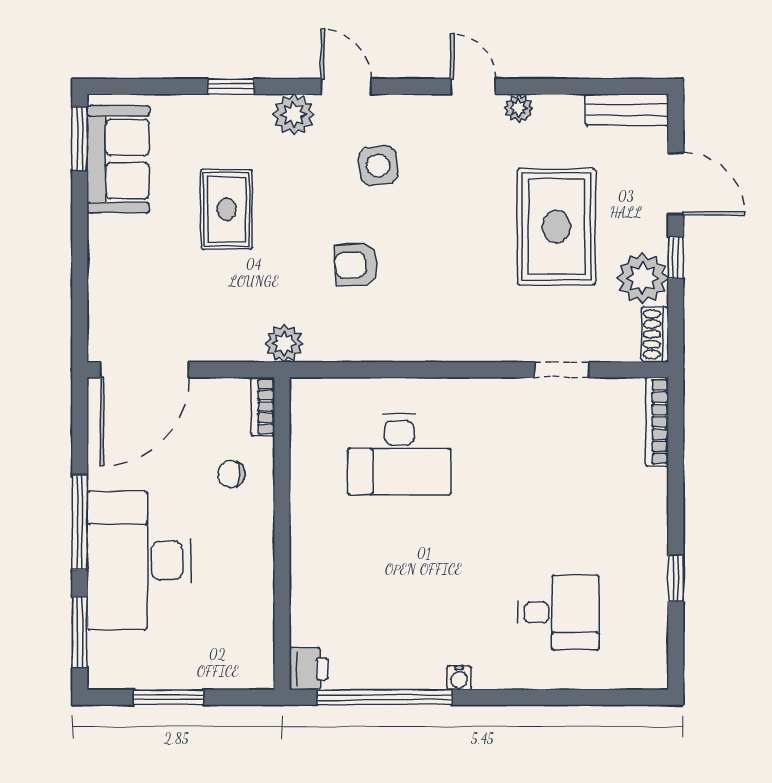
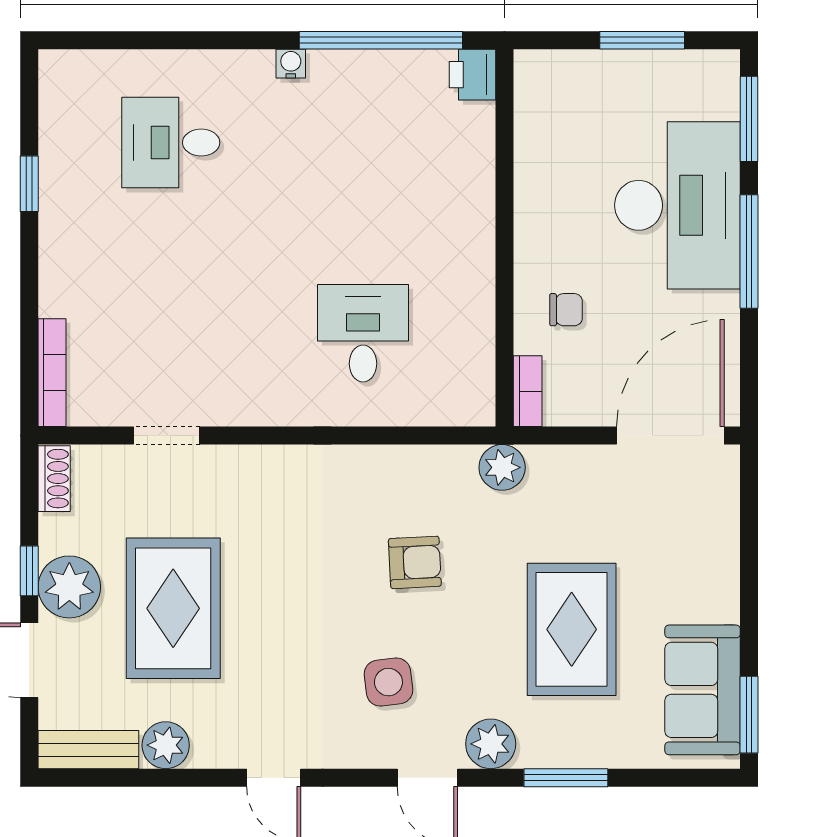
window: (231, 86) -> (566, 778), width x1.50
plant: (519, 108) -> (166, 745), moved, width x1.38, depth x1.38
rug: (227, 209) -> (572, 629), width x1.36, depth x1.43
plant: (643, 278) -> (69, 587), moved
desk: (399, 455) -> (363, 333), width x0.73

